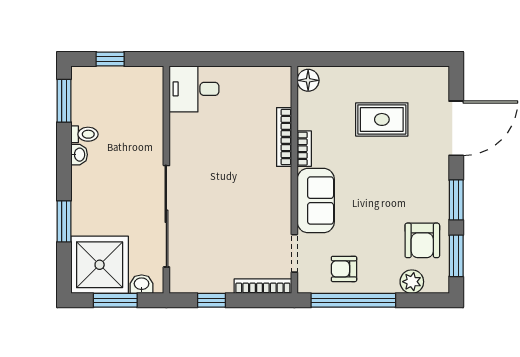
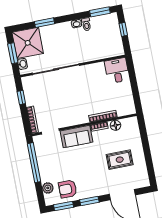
floor lamp: (308, 80) -> (115, 125), moved
rug: (382, 119) -> (120, 160), turned 90
armchair: (344, 269) -> (48, 156), removed

